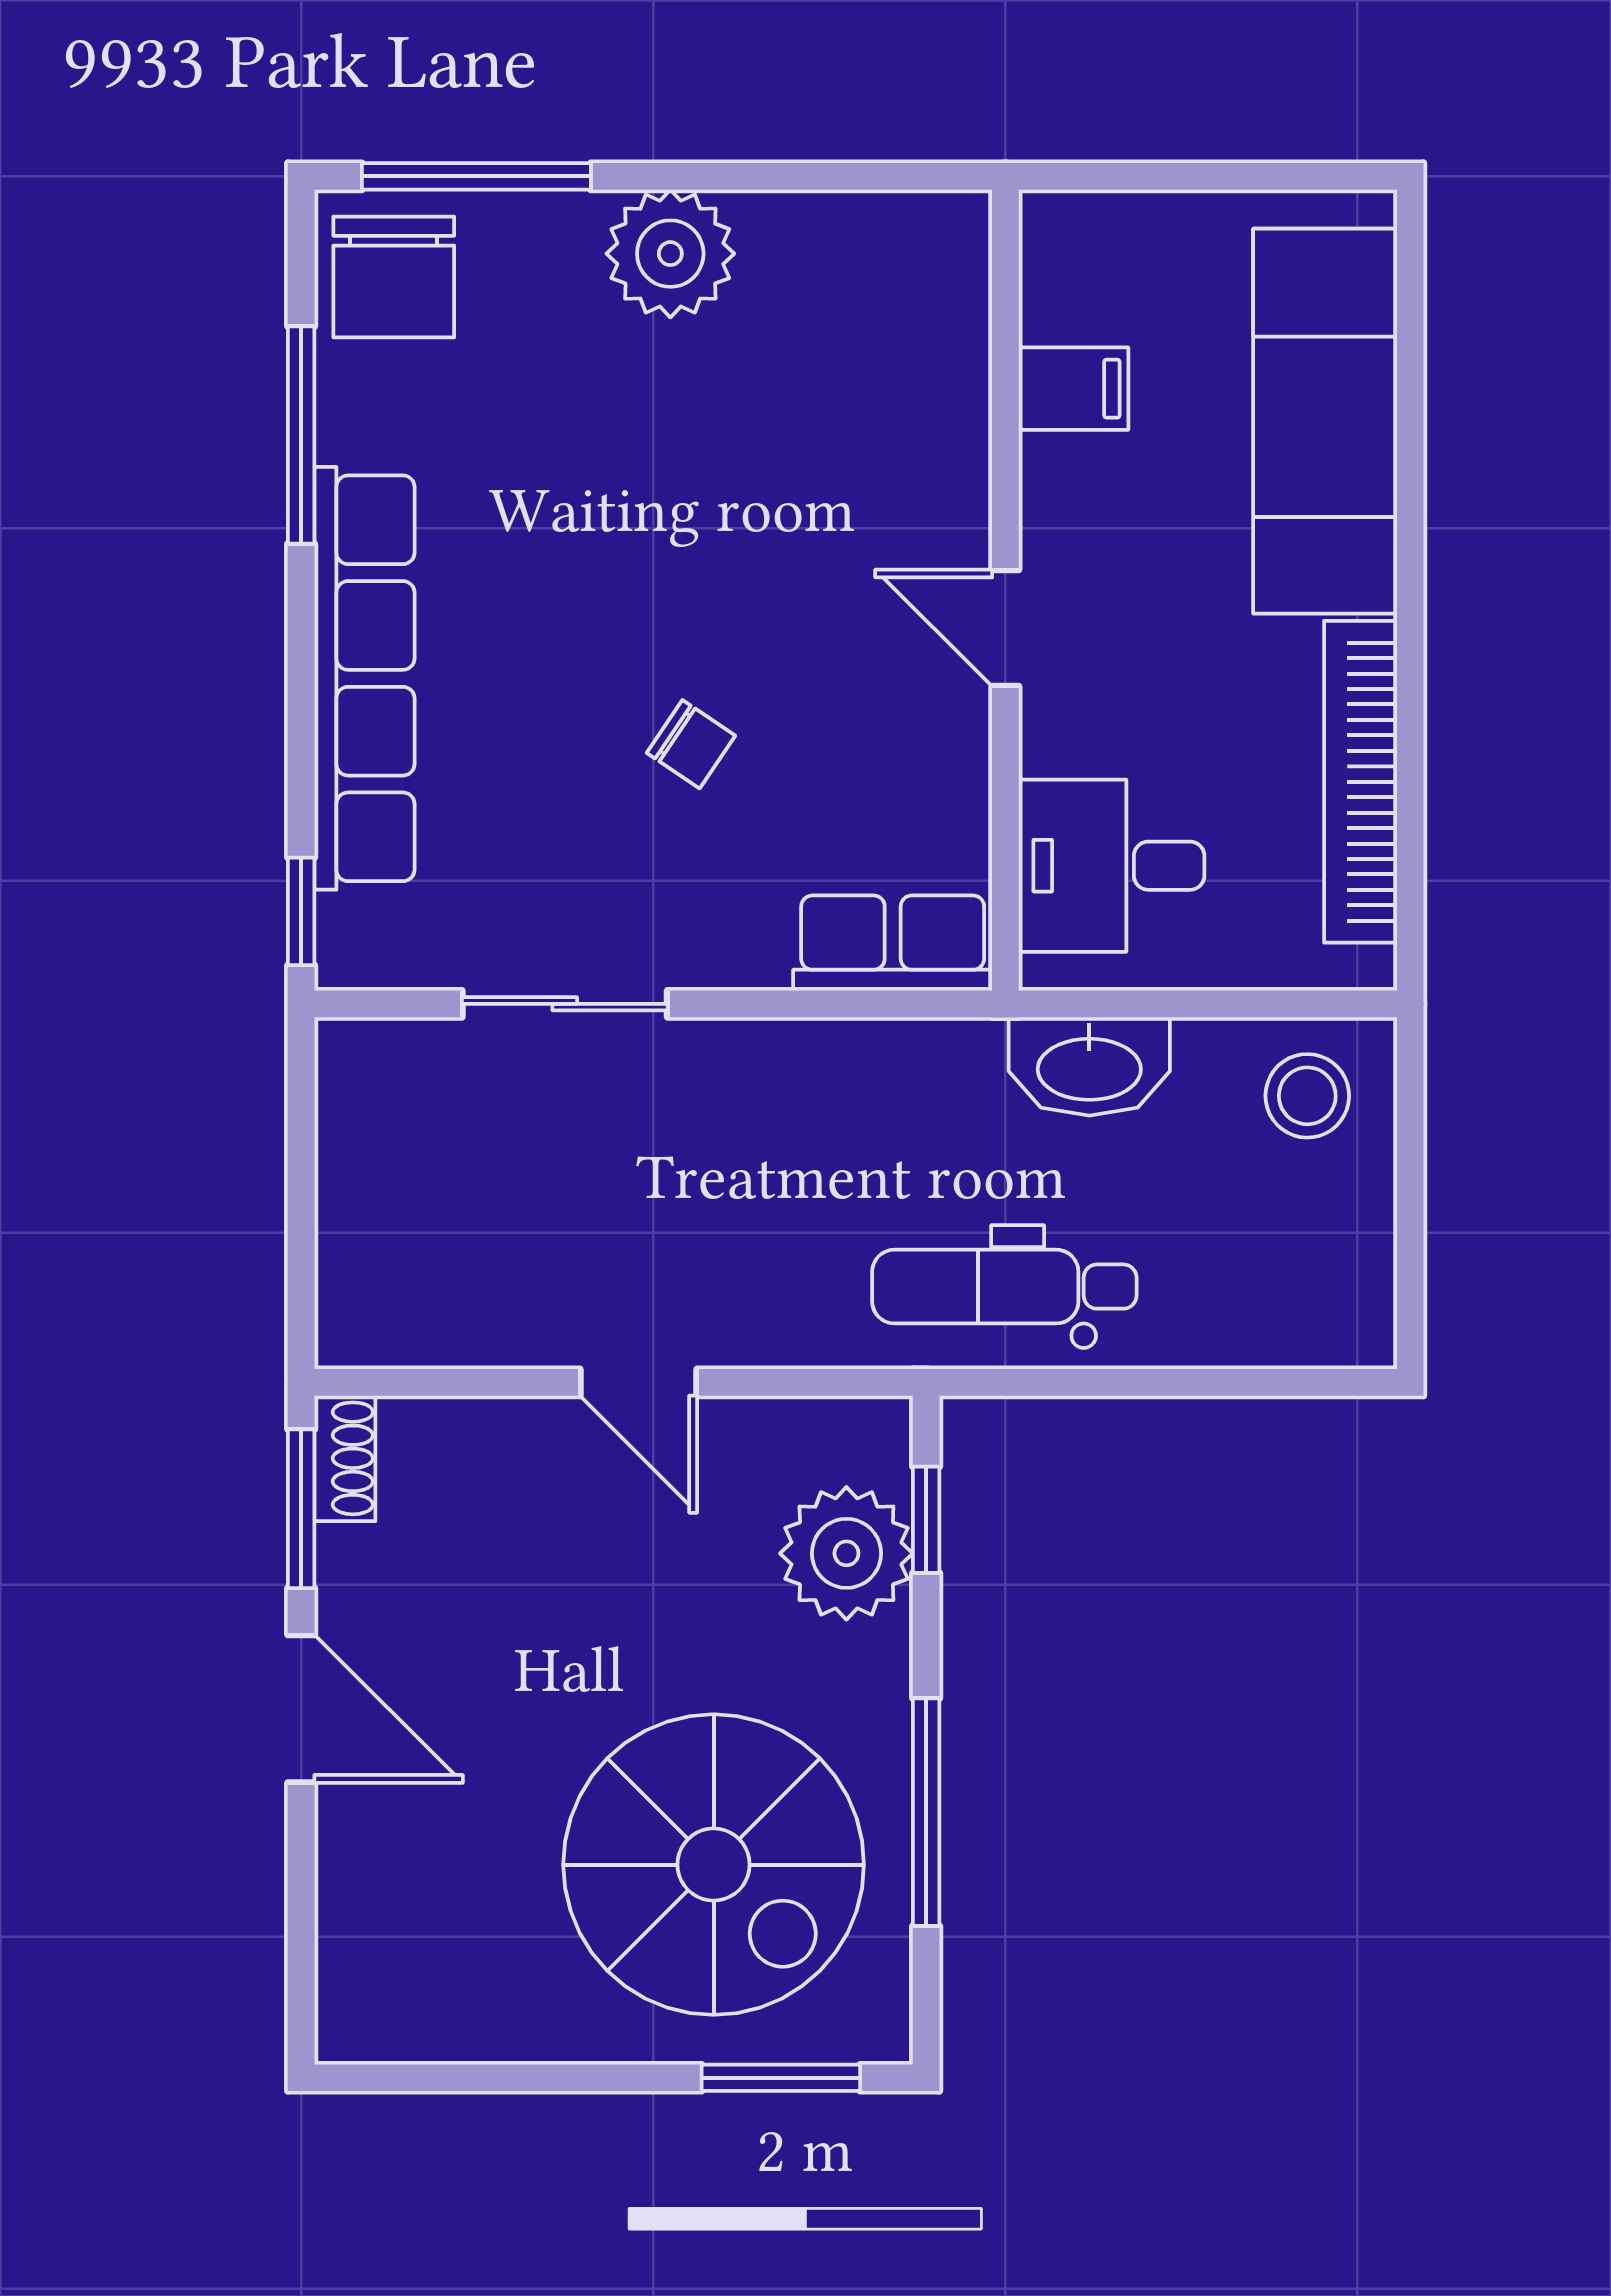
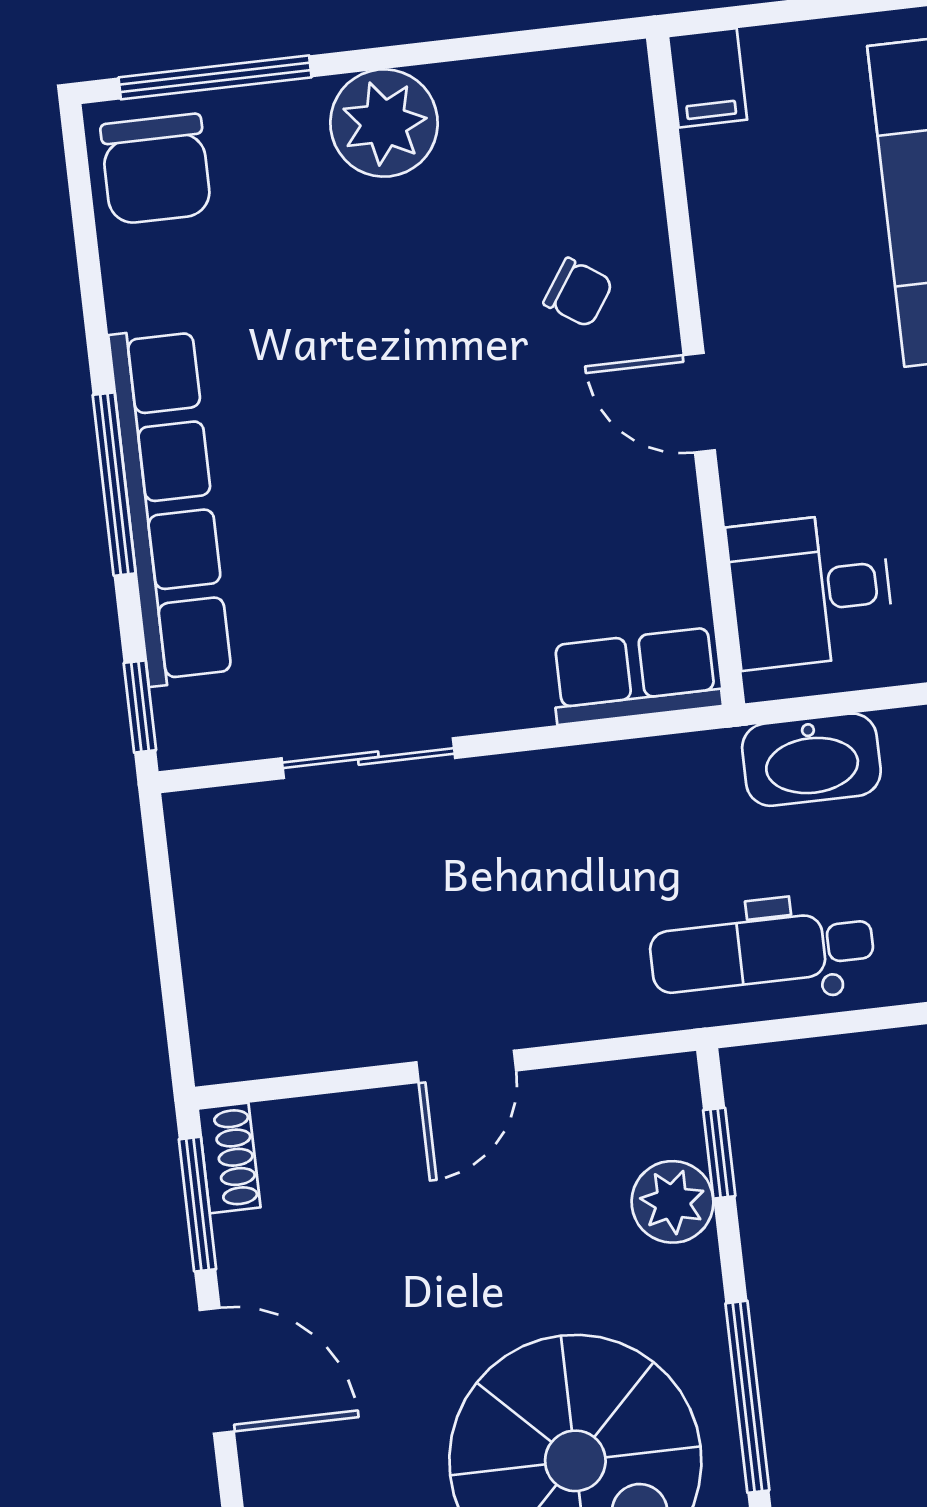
filing cabinet: (1073, 389) -> (708, 78), moved, turned 90
window: (301, 435) -> (114, 484), moved
chair: (691, 744) -> (578, 293), moved
door: (638, 1382) -> (466, 1066), hinge flipped
plant: (846, 1553) -> (673, 1202), width x0.73, depth x0.73

